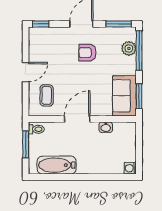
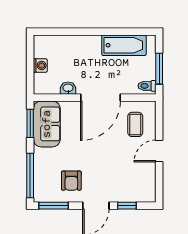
window: (41, 24) -> (127, 206), moved
plant: (129, 48) -> (42, 178), removed
armchair: (88, 53) -> (71, 181), moved, turned 90
door: (77, 119) -> (100, 98), width x1.36
washing machine: (130, 168) -> (40, 66), moved

